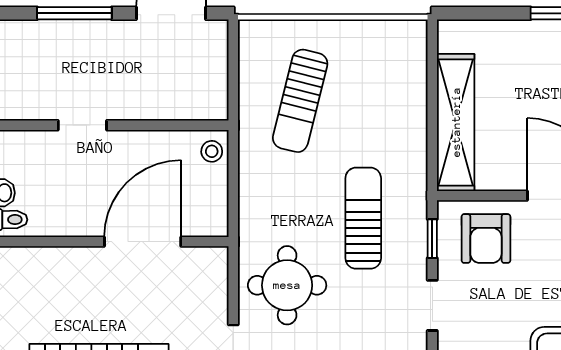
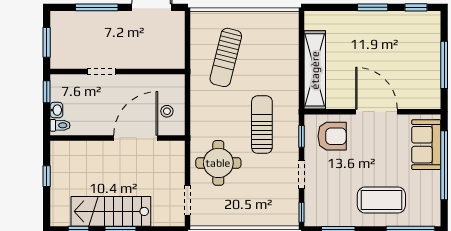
stool: (212, 151) -> (167, 111), moved
armchair: (486, 239) -> (332, 136), turned -90

